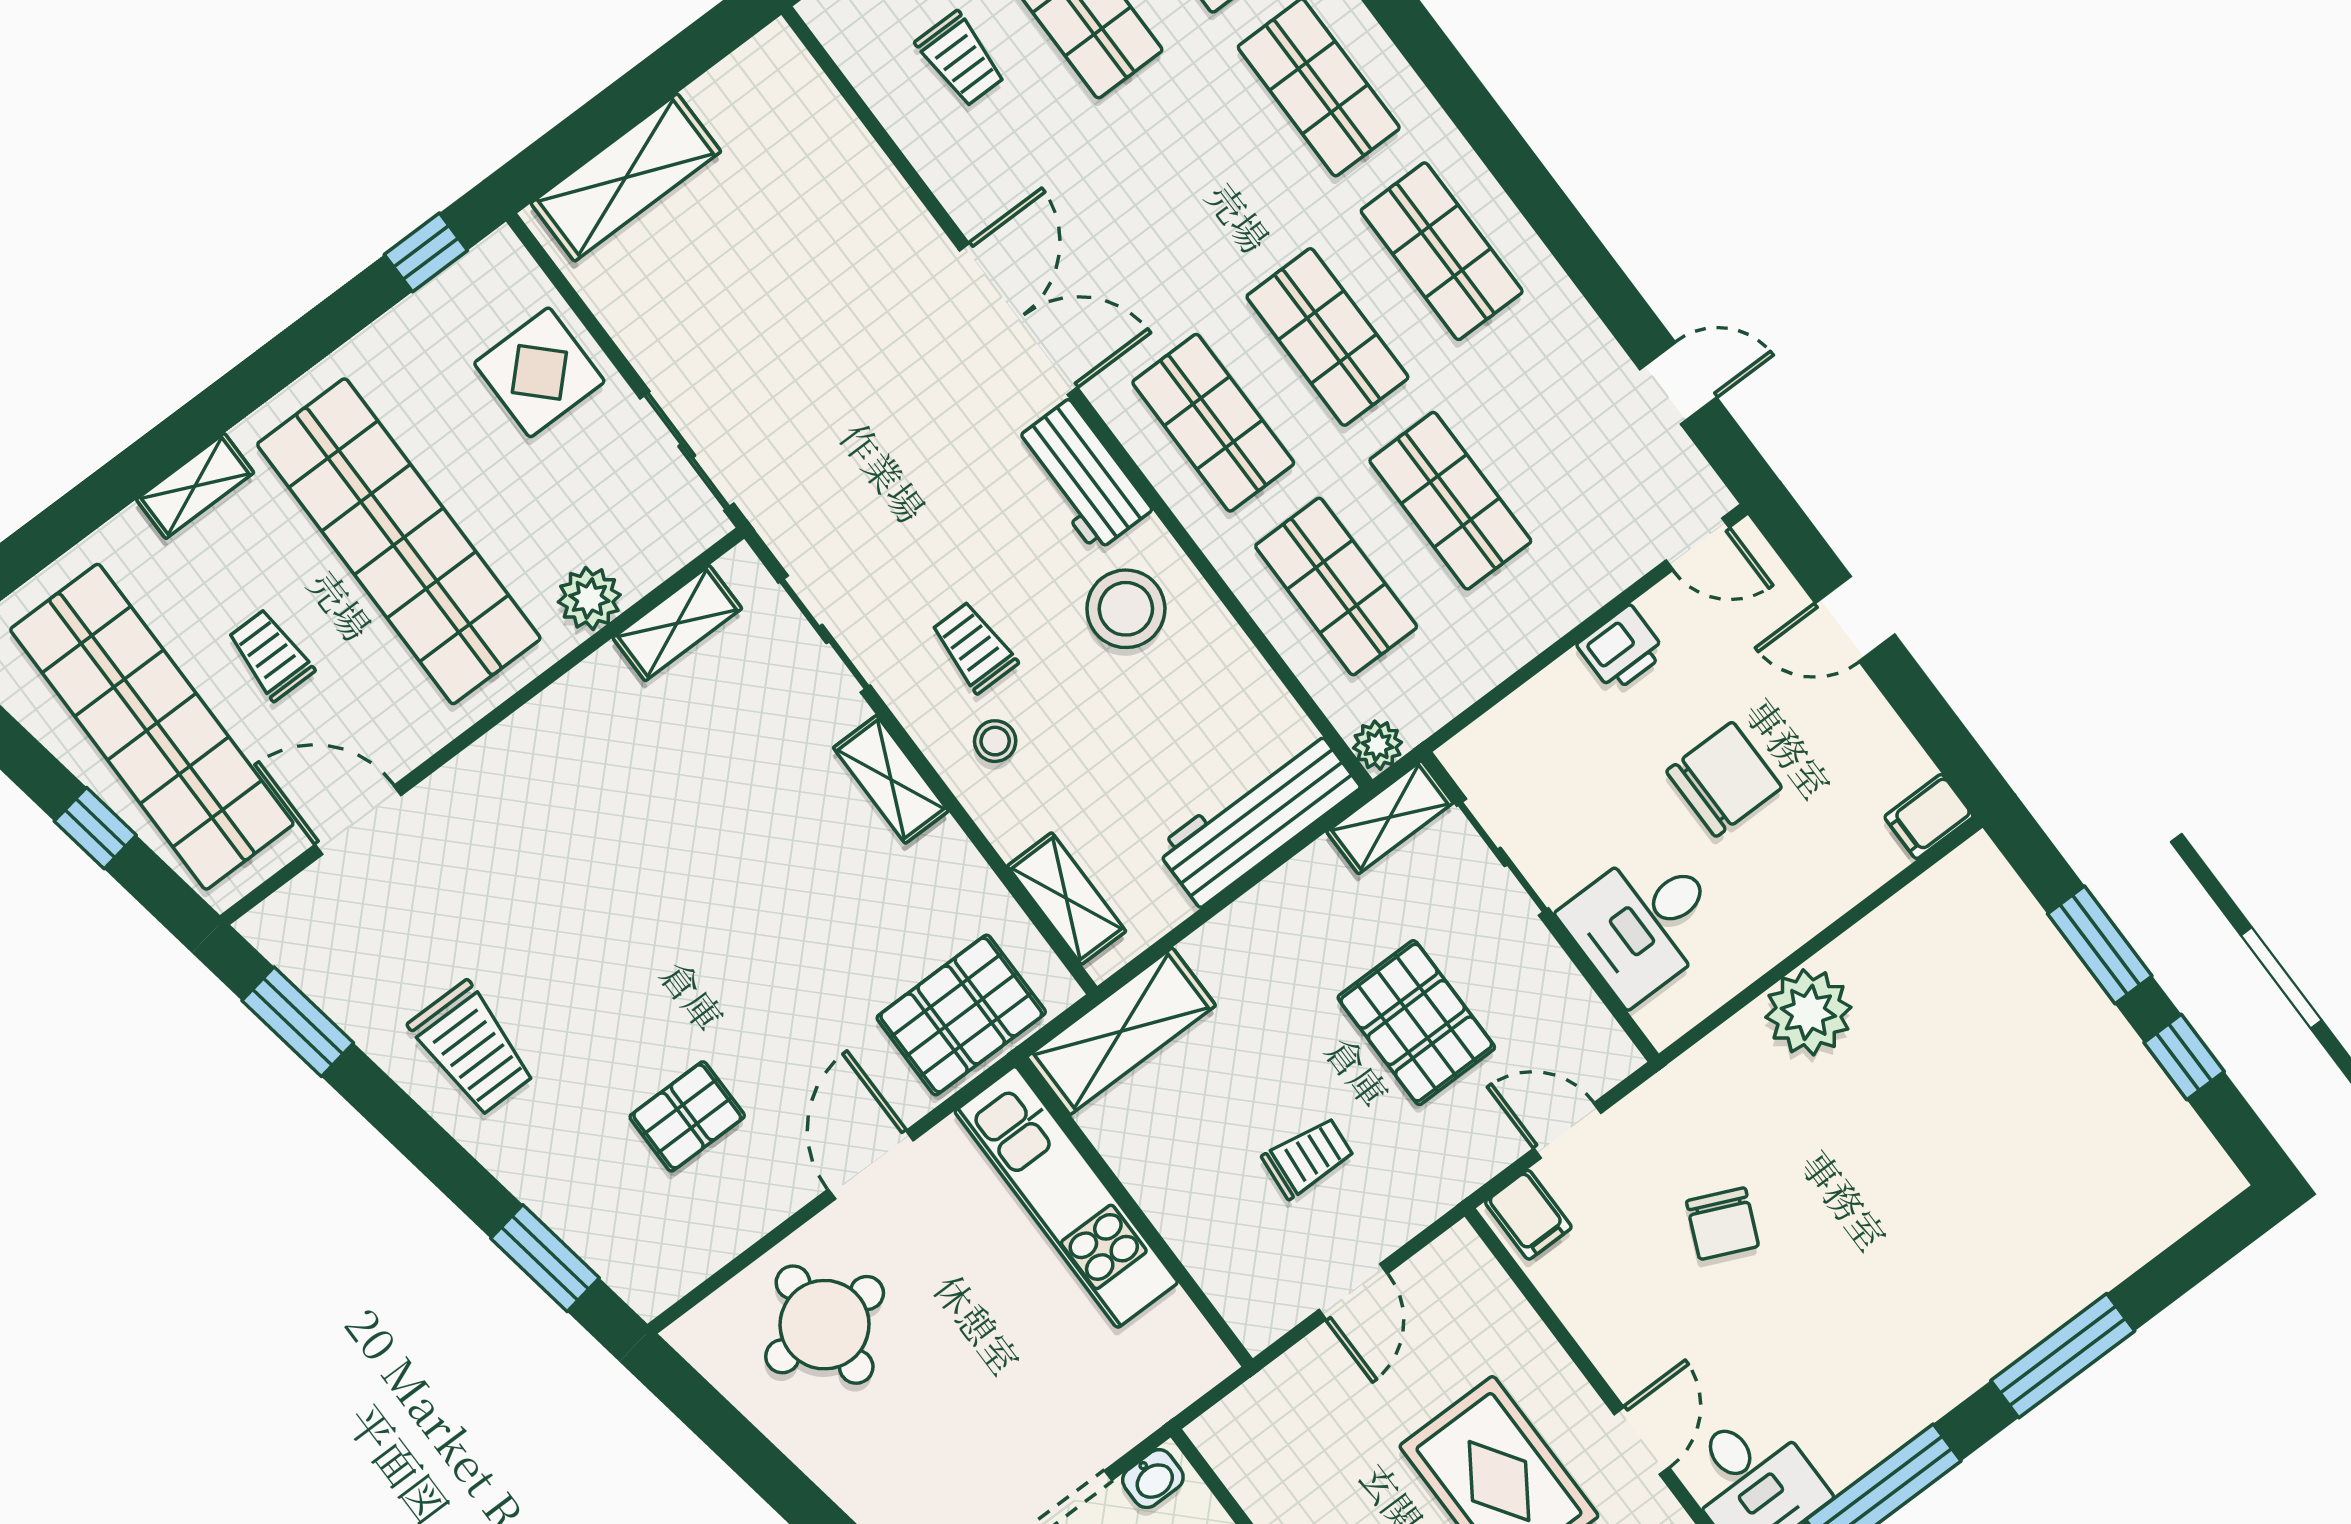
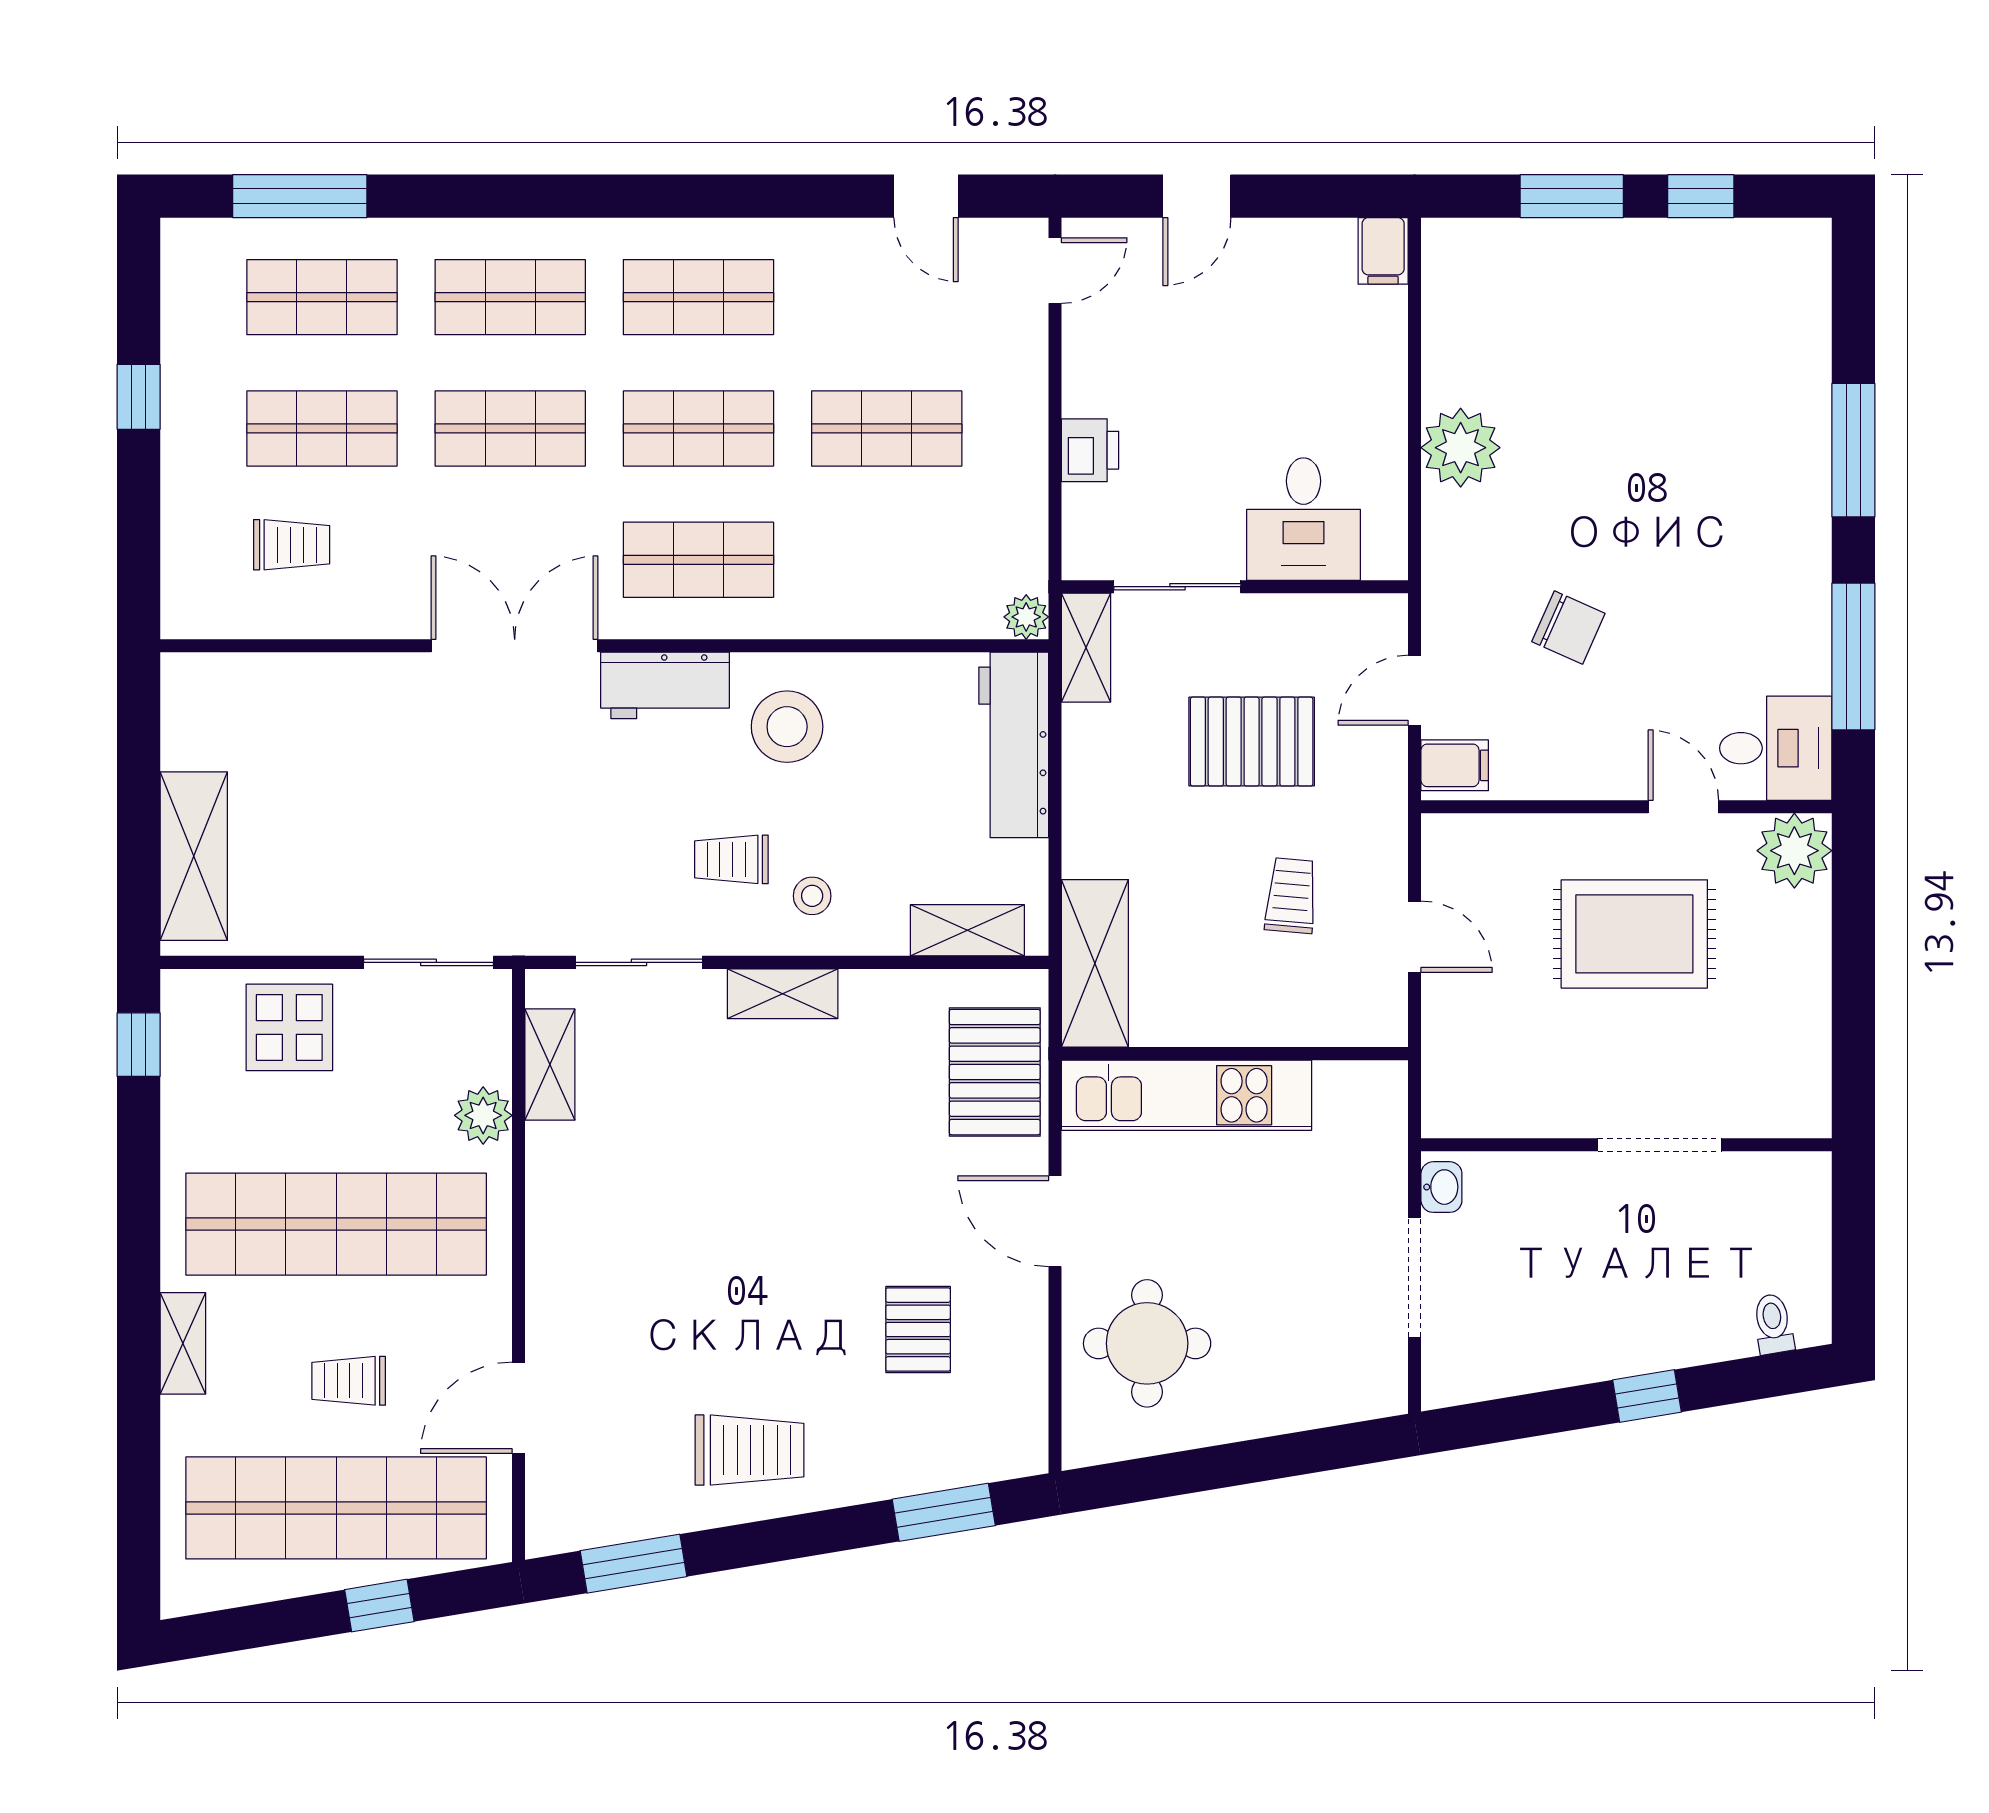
door: (1678, 383) -> (926, 196), swing flipped
shop shelf: (1336, 586) -> (510, 428), moved
printer: (1622, 649) -> (1090, 450), moved
chair: (1724, 779) -> (1243, 381), removed

